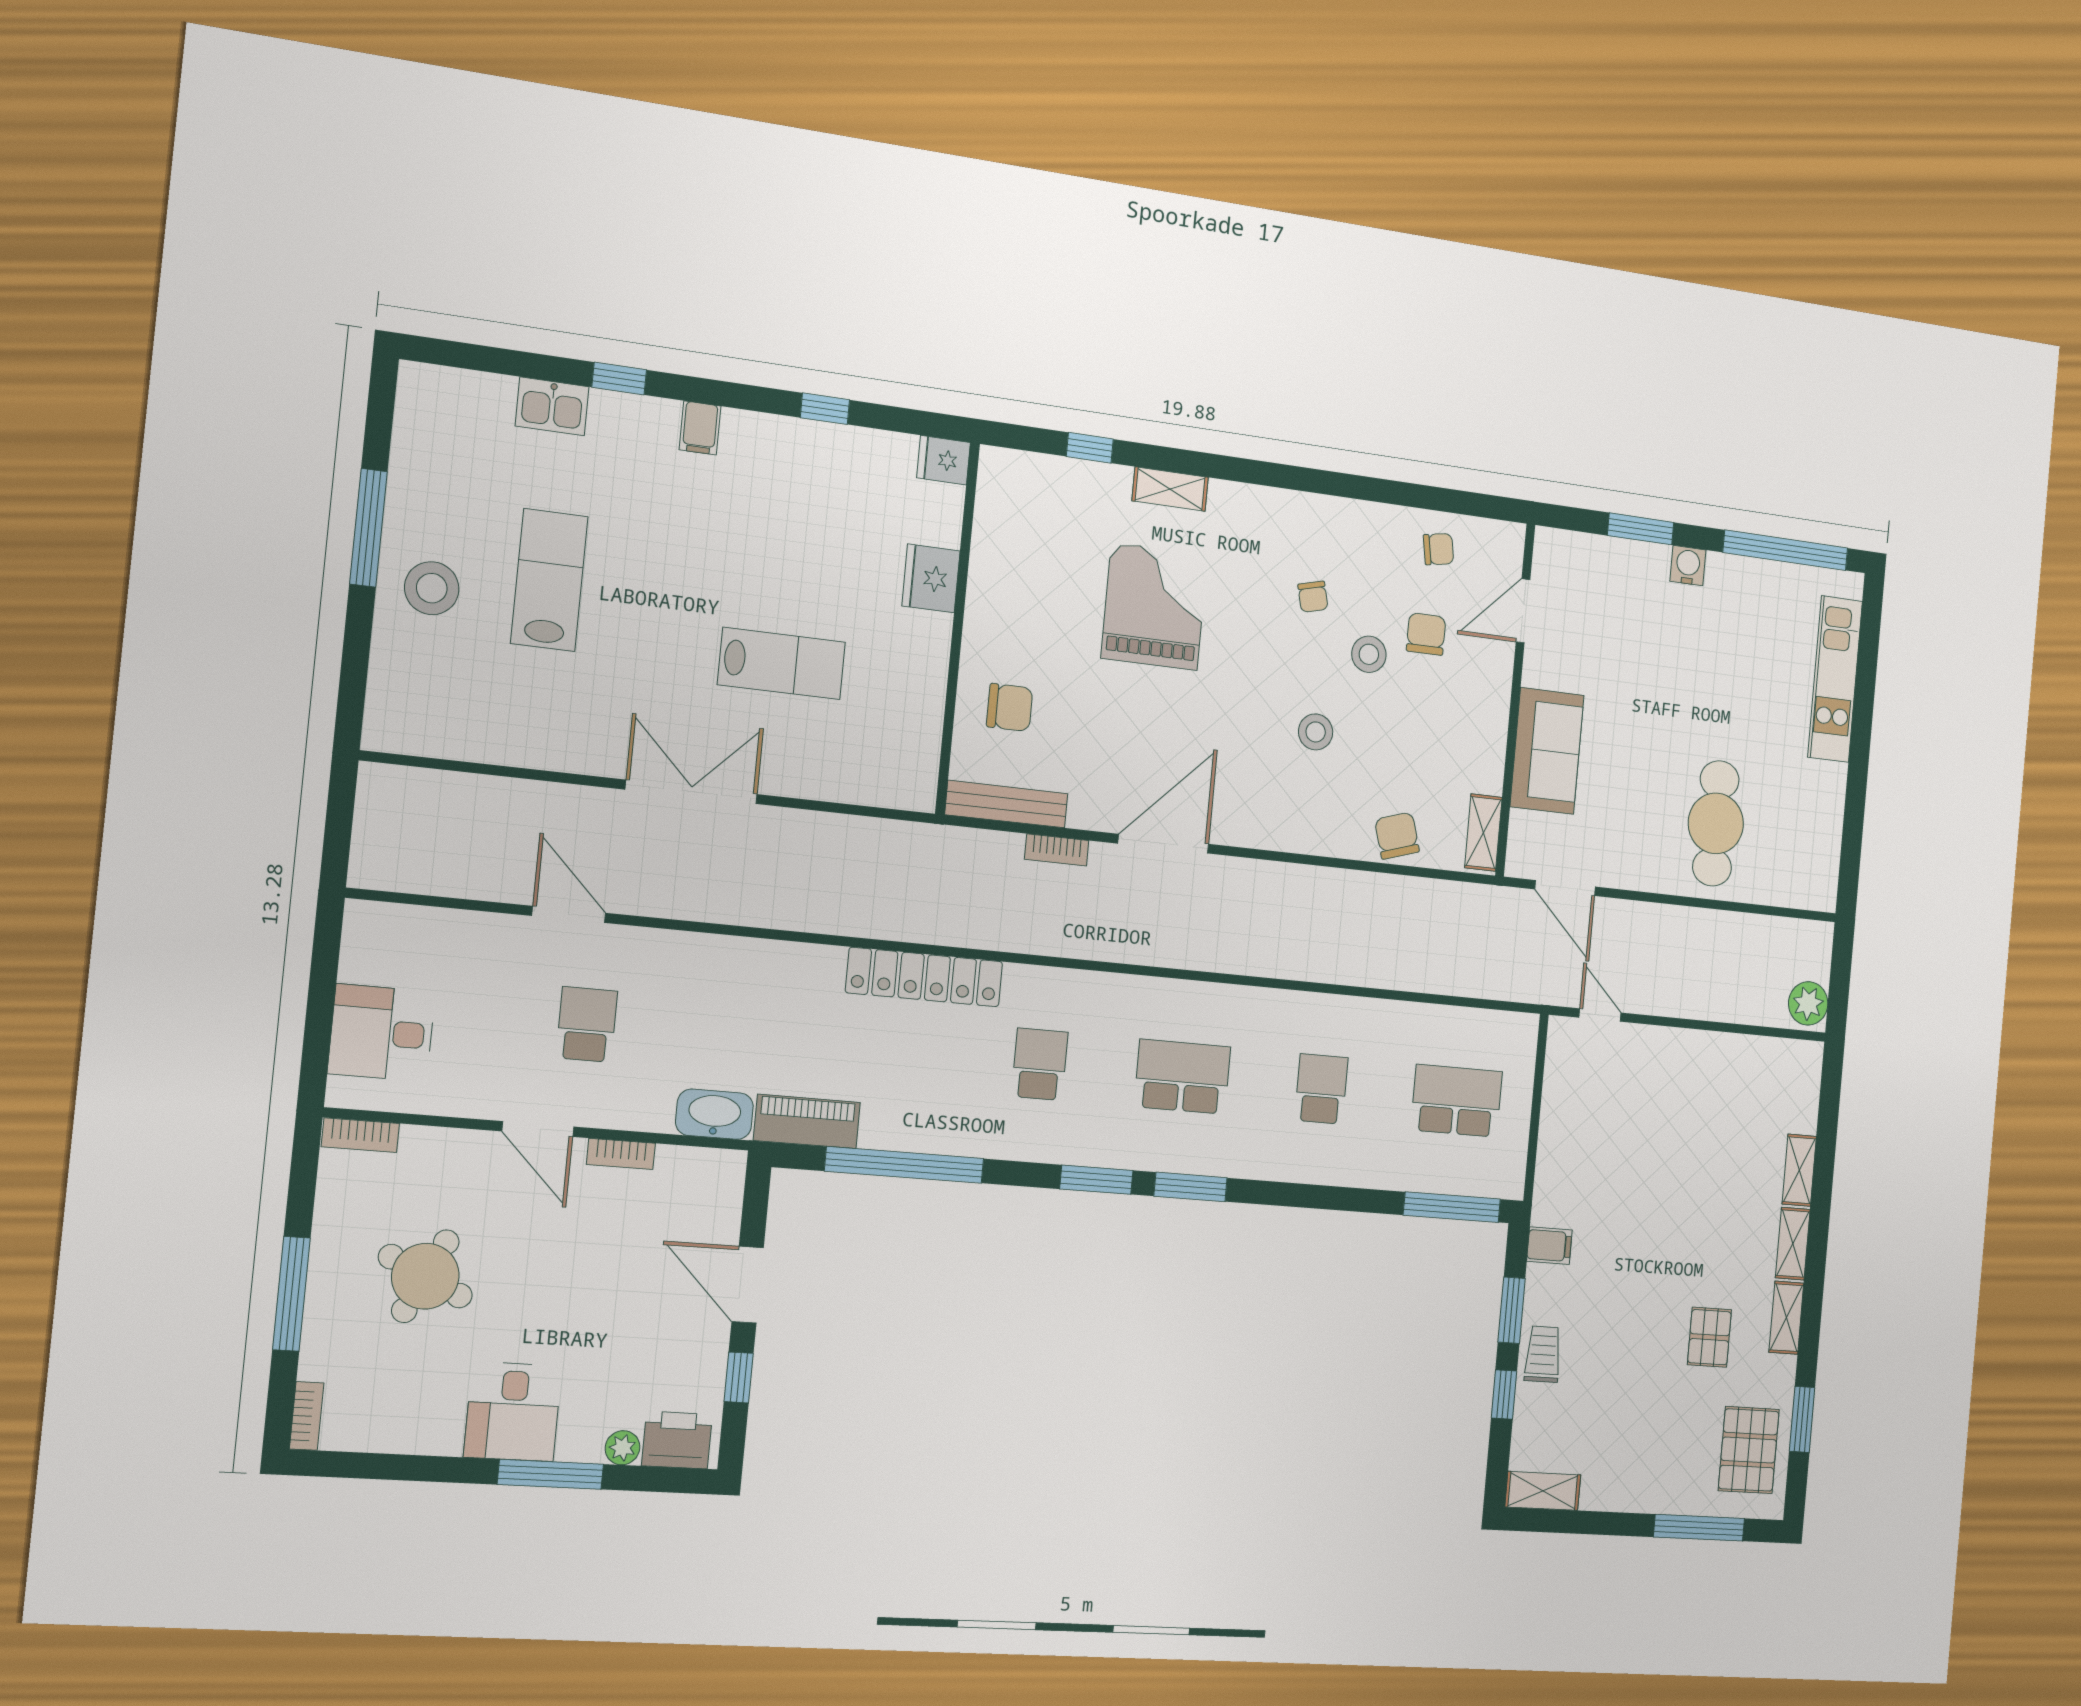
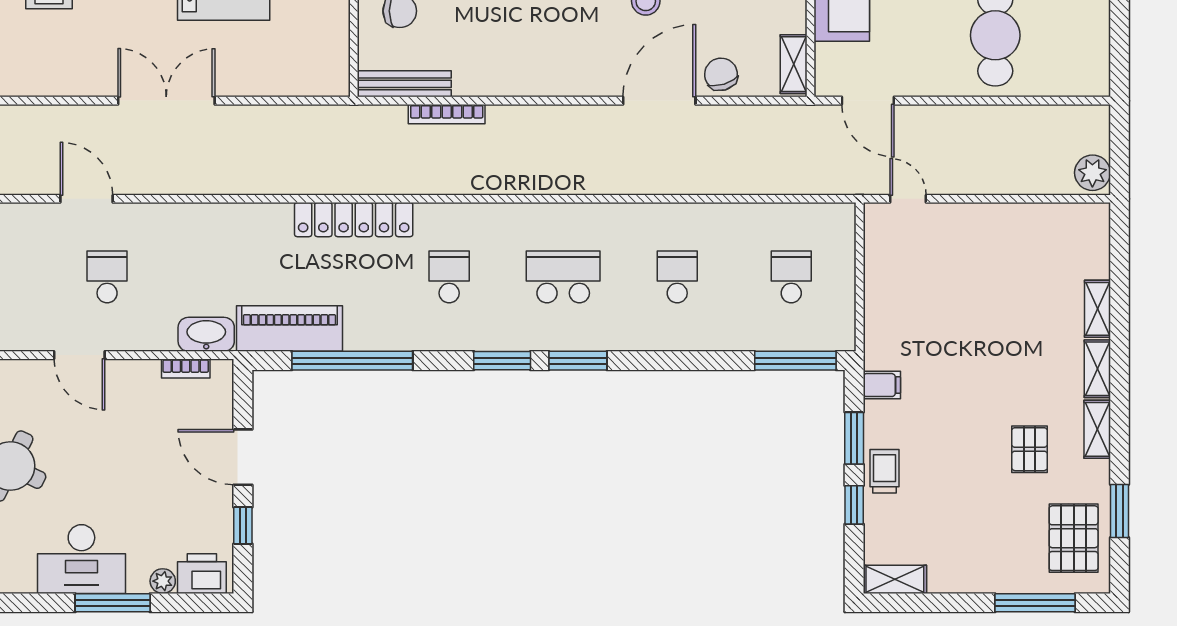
door: (1163, 844) -> (659, 101), moved
bookcase: (1057, 850) -> (447, 114), width x1.56
school desk: (1457, 1101) -> (791, 277), width x0.54
piano: (807, 1121) -> (289, 328), width x1.37, depth x1.33
bookcase: (621, 1154) -> (186, 368), moved
desk: (513, 1412) -> (81, 559), width x1.37

